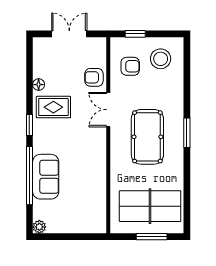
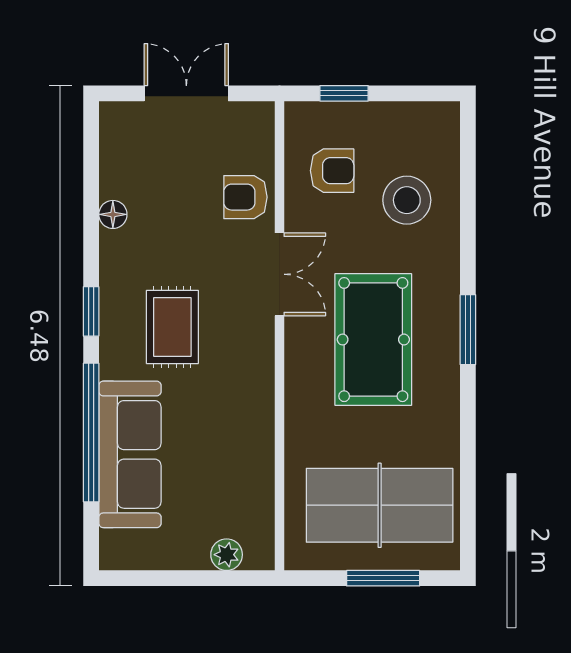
stool: (161, 59) -> (407, 200), moved
rug: (53, 107) -> (172, 327), moved, turned 90
double door: (108, 110) -> (279, 274), swing flipped
sofa: (46, 177) -> (130, 454), width x1.36
plant: (39, 227) -> (227, 555), moved

